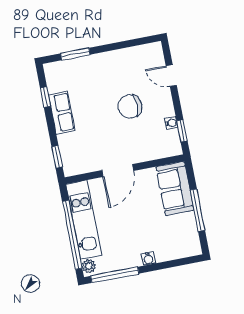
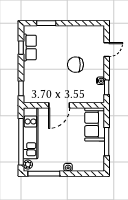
door: (171, 76) -> (107, 50), swing flipped
row of seats: (62, 113) -> (30, 47), moved

